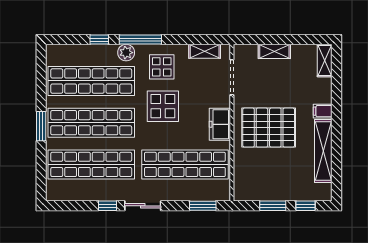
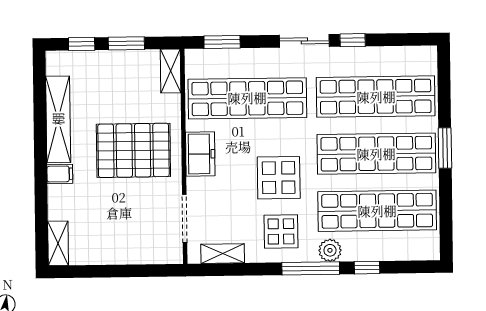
shelving: (274, 51) -> (171, 71), moved, turned 90

